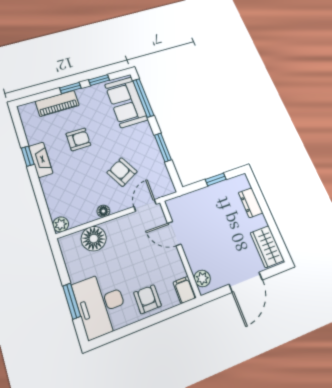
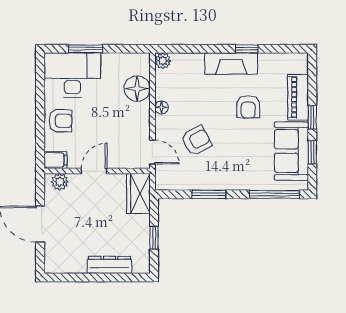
sofa: (126, 102) -> (291, 151), moved, turned -90
fireplace: (41, 160) -> (231, 64), width x1.37, depth x1.32
dresser: (251, 203) -> (109, 265), width x1.44
door: (174, 234) -> (94, 171), moved
wardrobe: (267, 247) -> (138, 193), moved, turned -90

